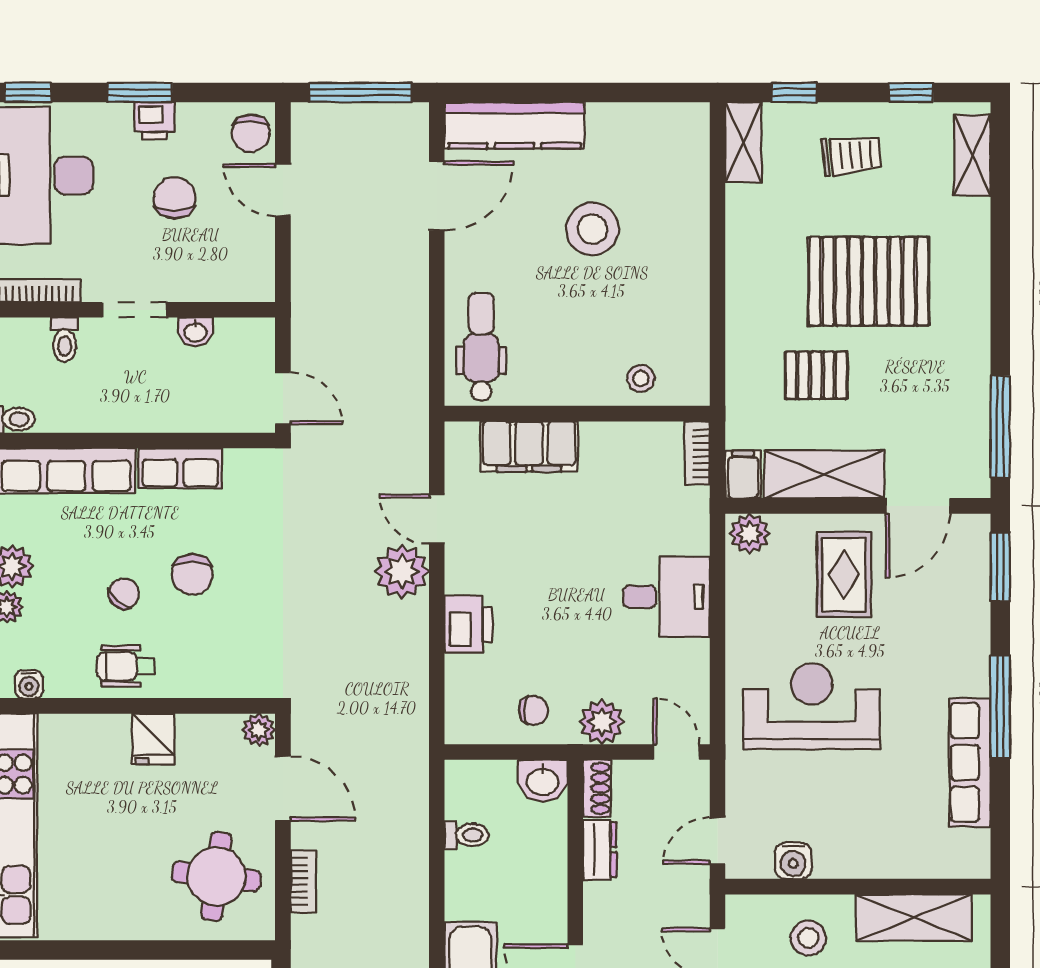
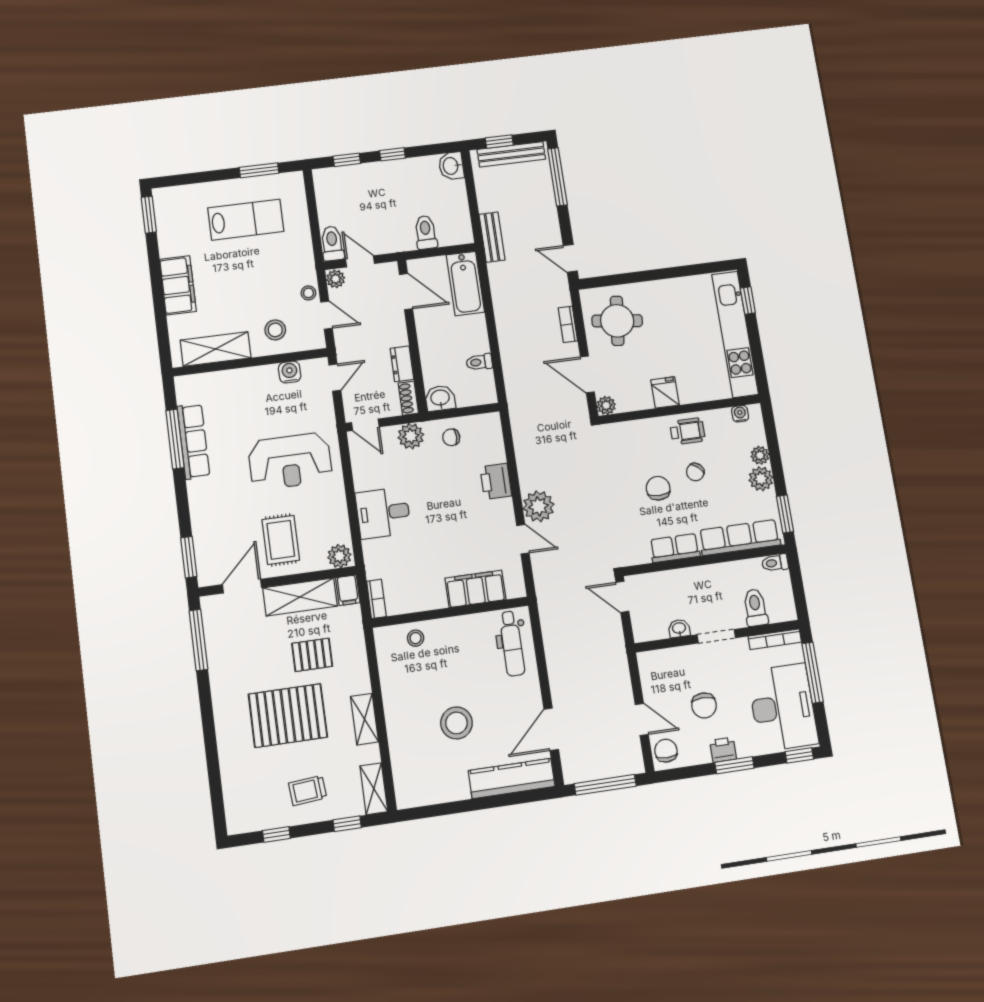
shelving: (972, 155) -> (364, 719), moved
toilet: (65, 340) -> (755, 608), width x1.37, depth x1.39
window: (1000, 707) -> (175, 439), moved

